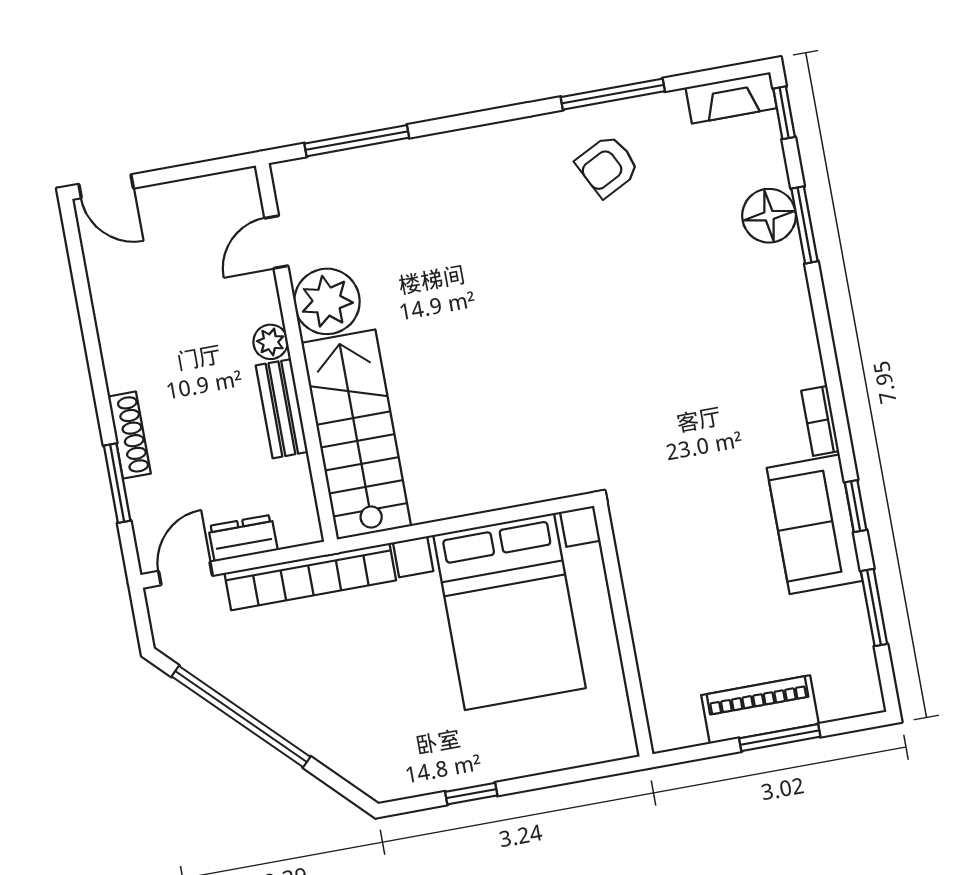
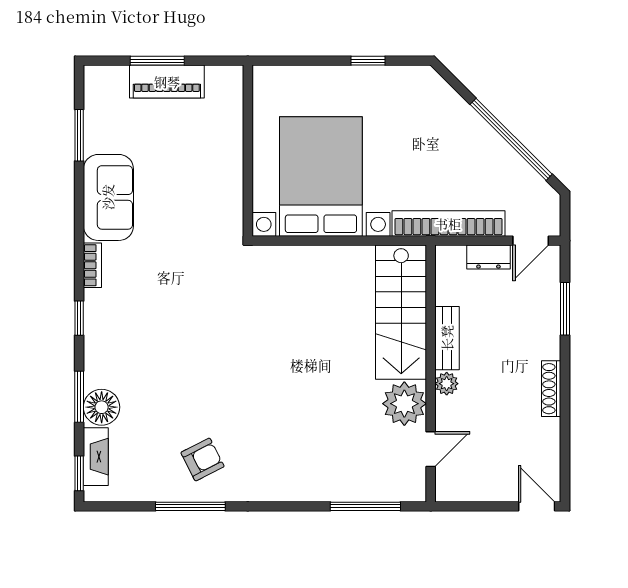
fireplace: (731, 98) -> (96, 457), moved, turned 90
shoe rack: (129, 435) -> (551, 389), moved
window: (856, 506) -> (79, 318), moved

